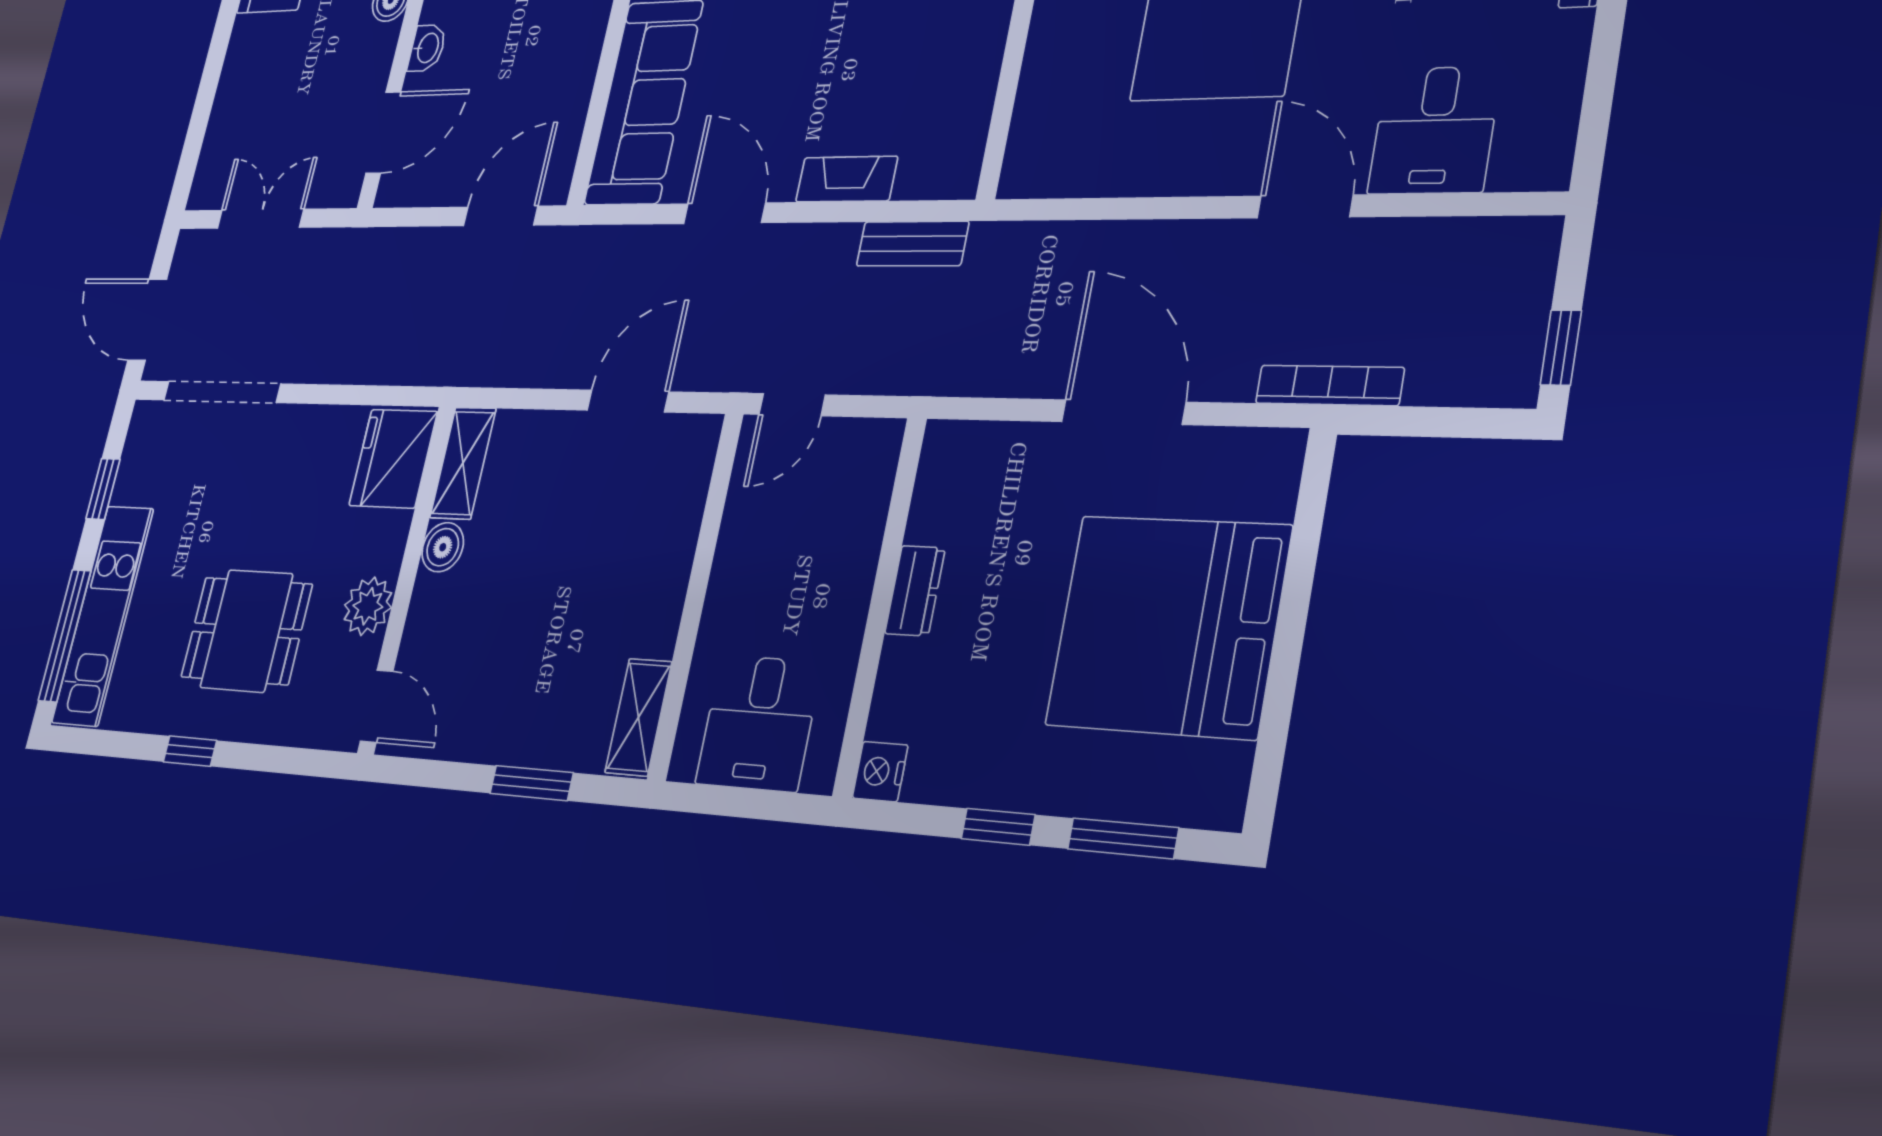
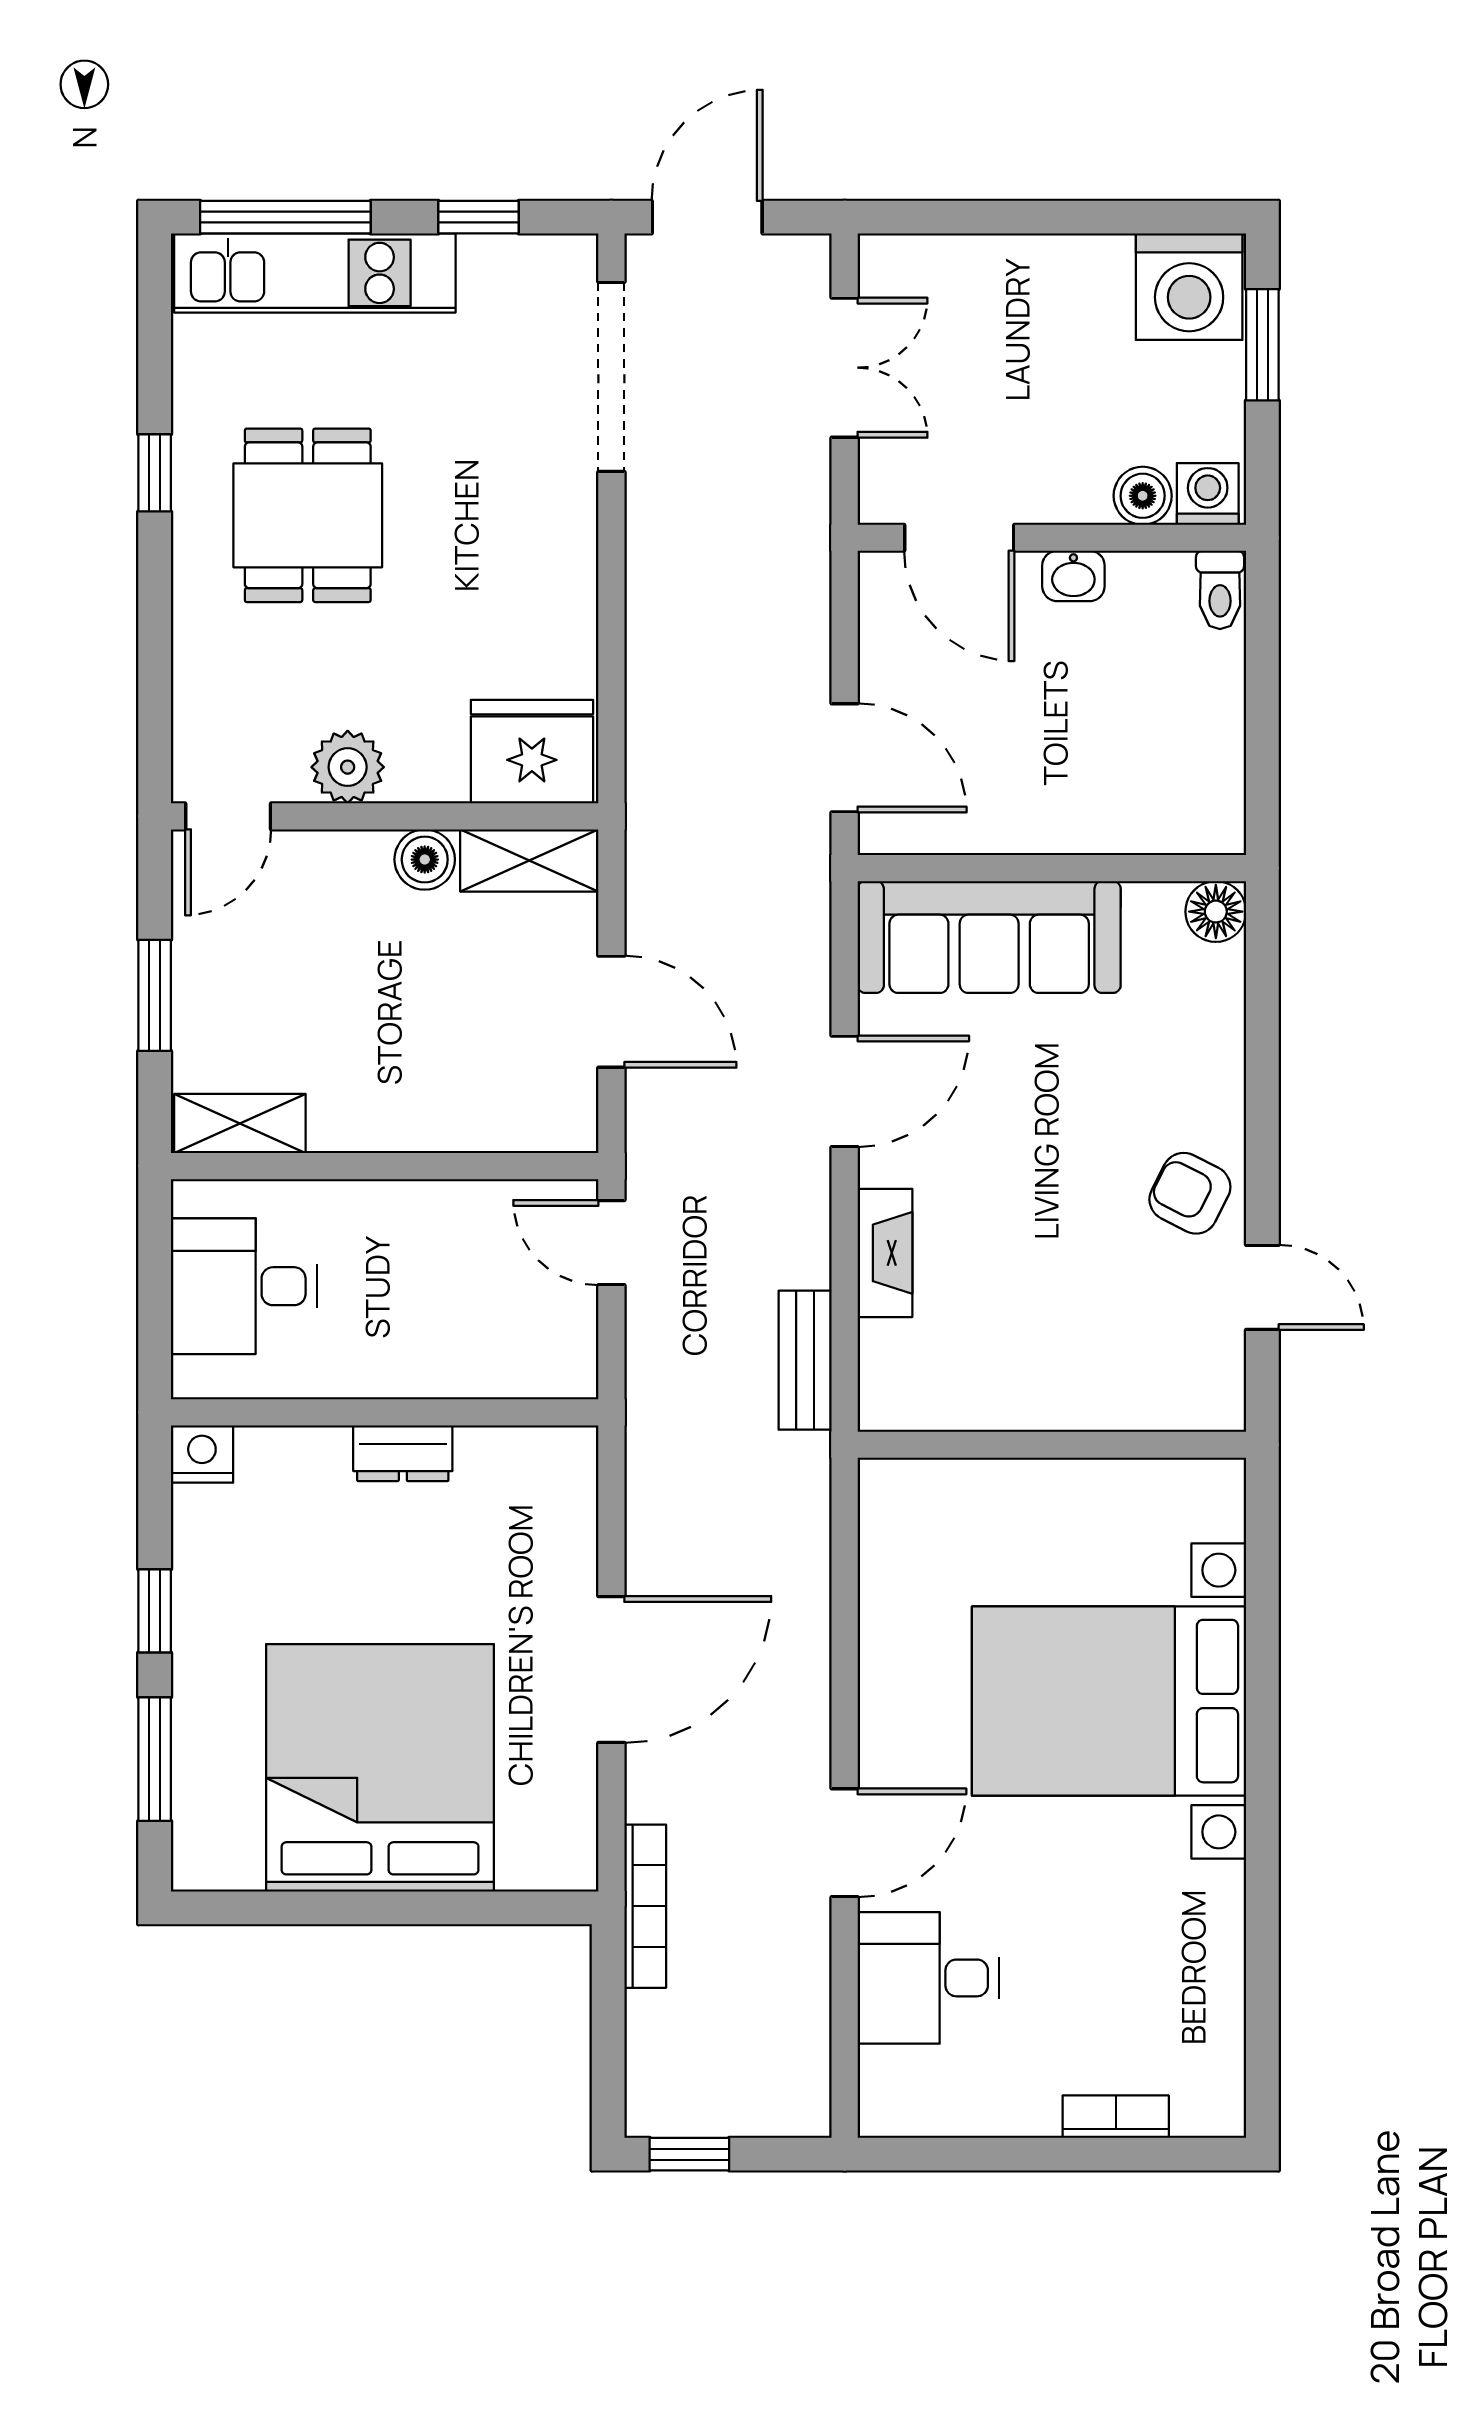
fridge: (393, 459) -> (532, 752), moved
shelving: (463, 463) -> (529, 860), moved
boiler: (443, 547) -> (425, 860), moved
wall: (407, 578) -> (385, 816), moved
plant: (368, 606) -> (348, 767), moved
door: (377, 706) -> (228, 816), moved

